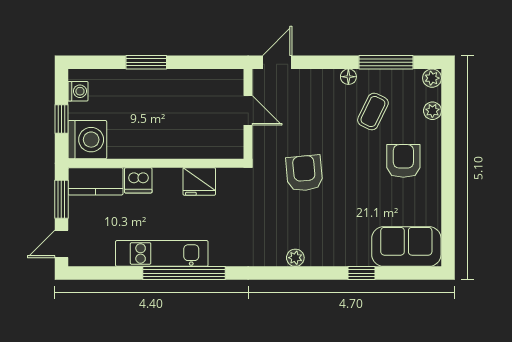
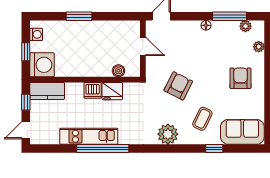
plant: (432, 78) -> (246, 26), moved
coffee table: (373, 112) -> (202, 119), moved
boiler: (209, 149) -> (118, 71), added
armchair: (304, 173) -> (178, 86), turned 32
dishwasher: (138, 180) -> (93, 90), moved
window: (61, 199) -> (26, 102), width x0.67
plant: (295, 258) -> (168, 134), width x1.87, depth x1.87

